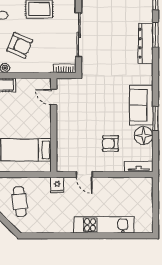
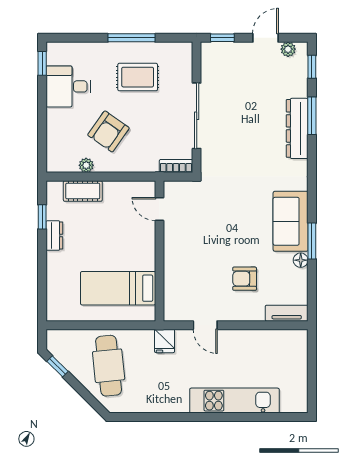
armchair: (20, 45) -> (108, 131), turned 102
floor lamp: (144, 135) -> (301, 260), width x0.53, depth x0.53
cafe table: (20, 202) -> (109, 366), width x1.37, depth x1.35

